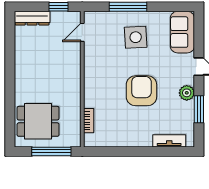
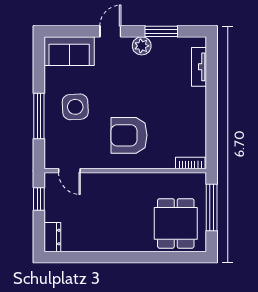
dresser: (32, 18) -> (52, 237), width x0.70
armchair: (141, 91) -> (129, 135), moved
bookcase: (89, 121) -> (190, 163), moved

